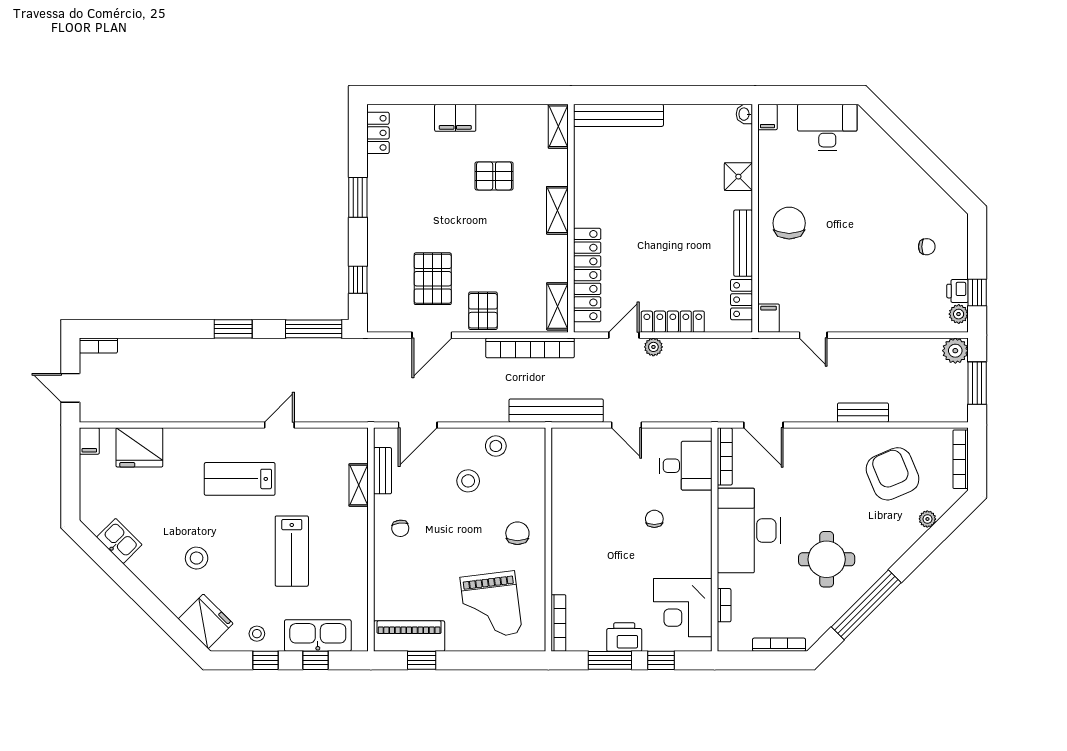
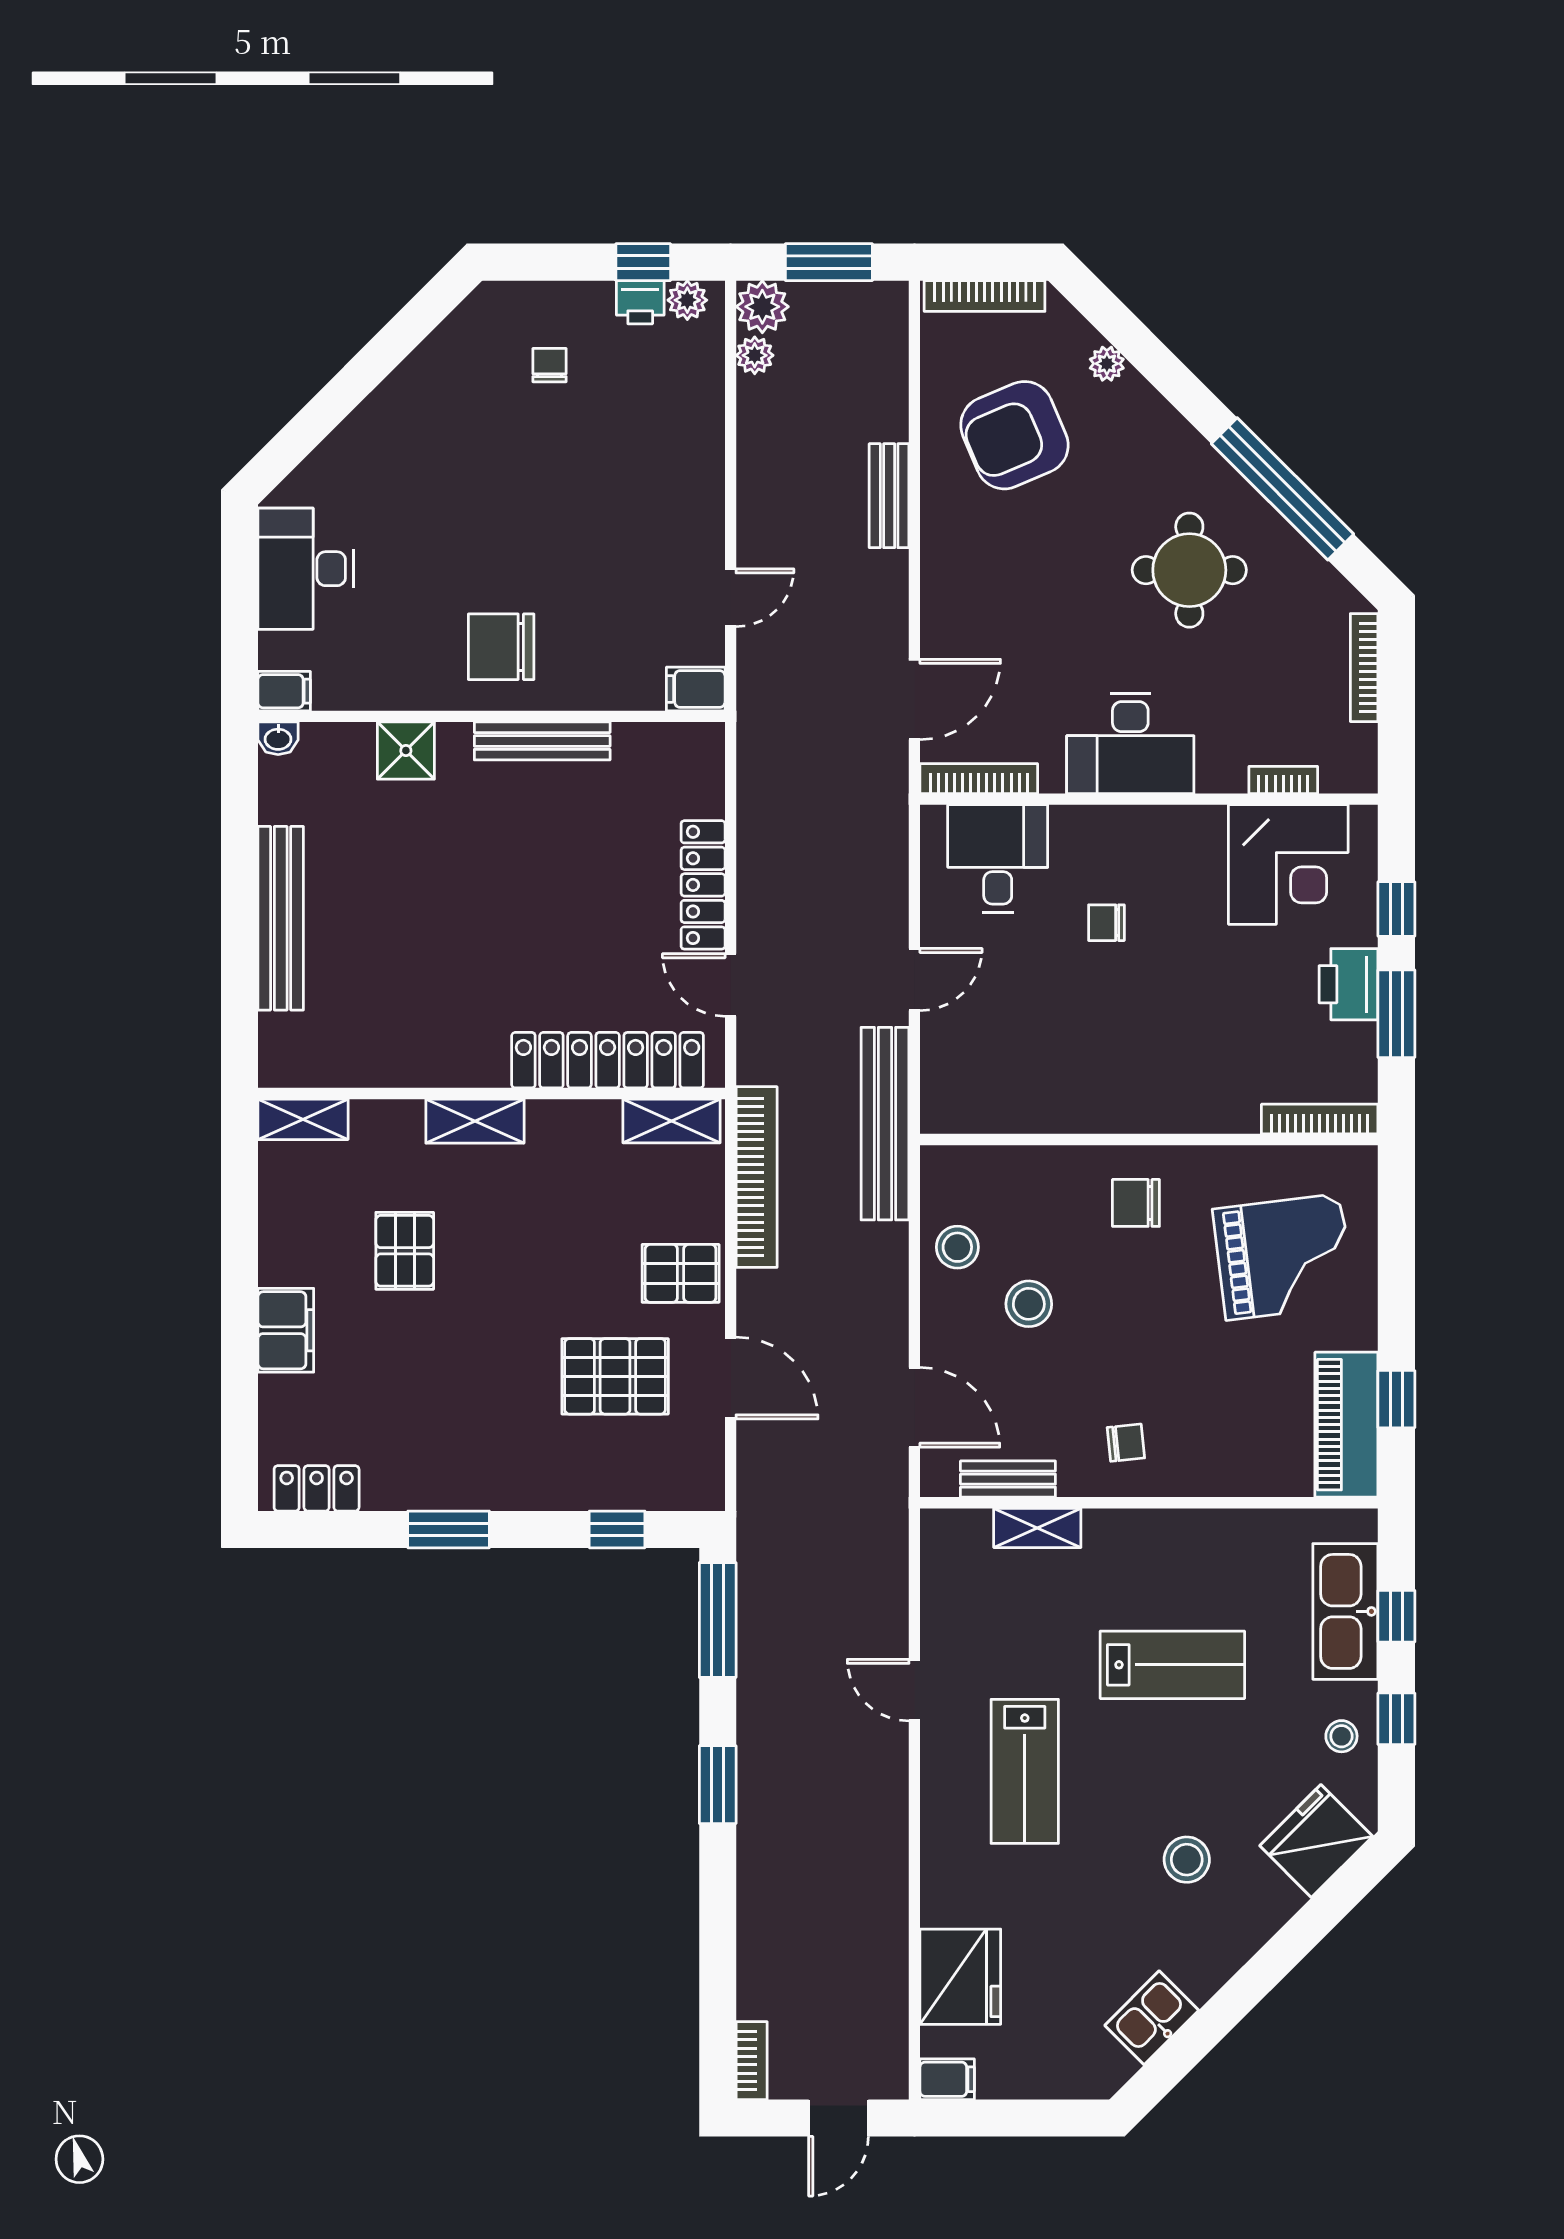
bench: (618, 115) -> (281, 918), moved
locker: (742, 300) -> (658, 744), removed
plant: (653, 347) -> (755, 355), moved
desk: (749, 530) -> (1130, 744), width x0.73, depth x0.77

